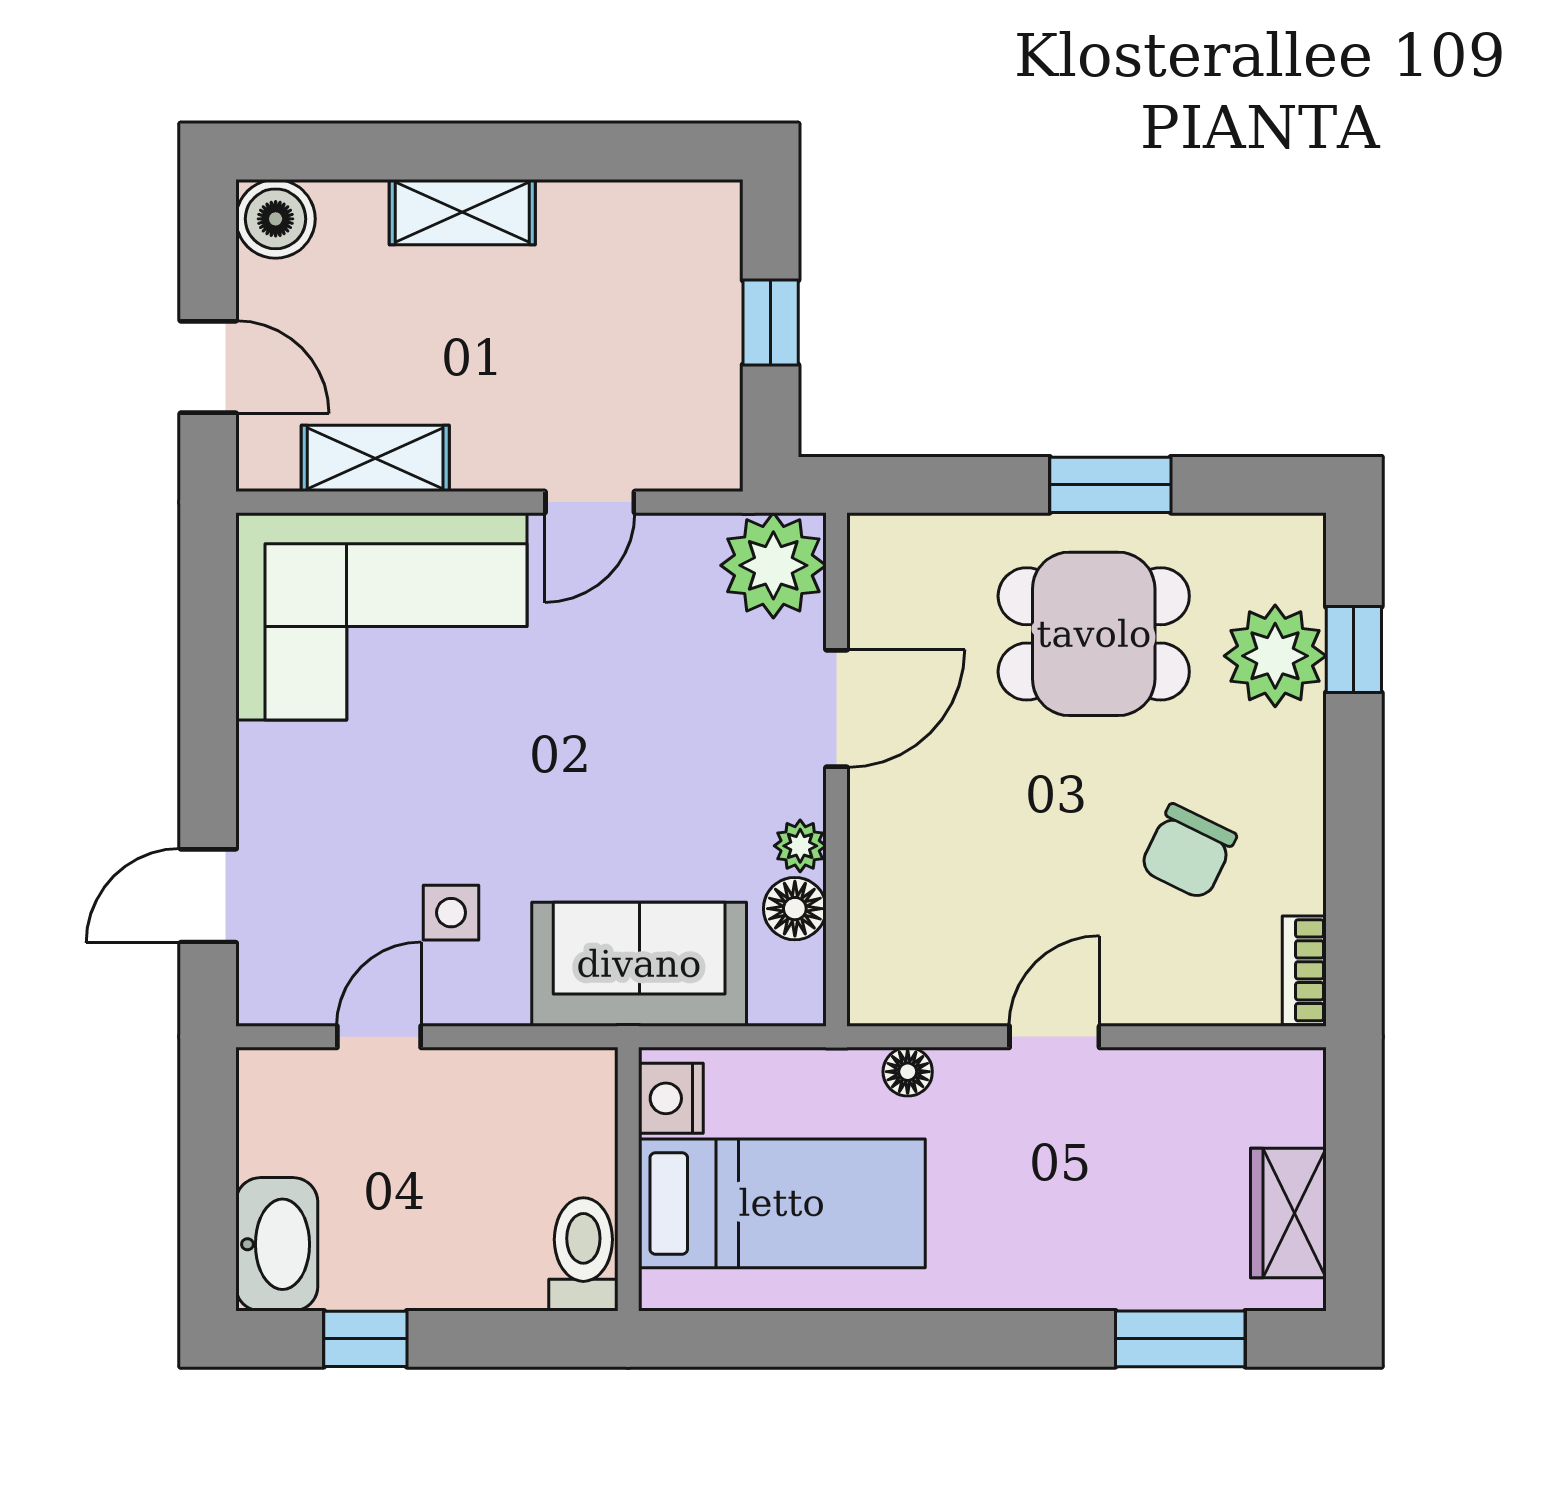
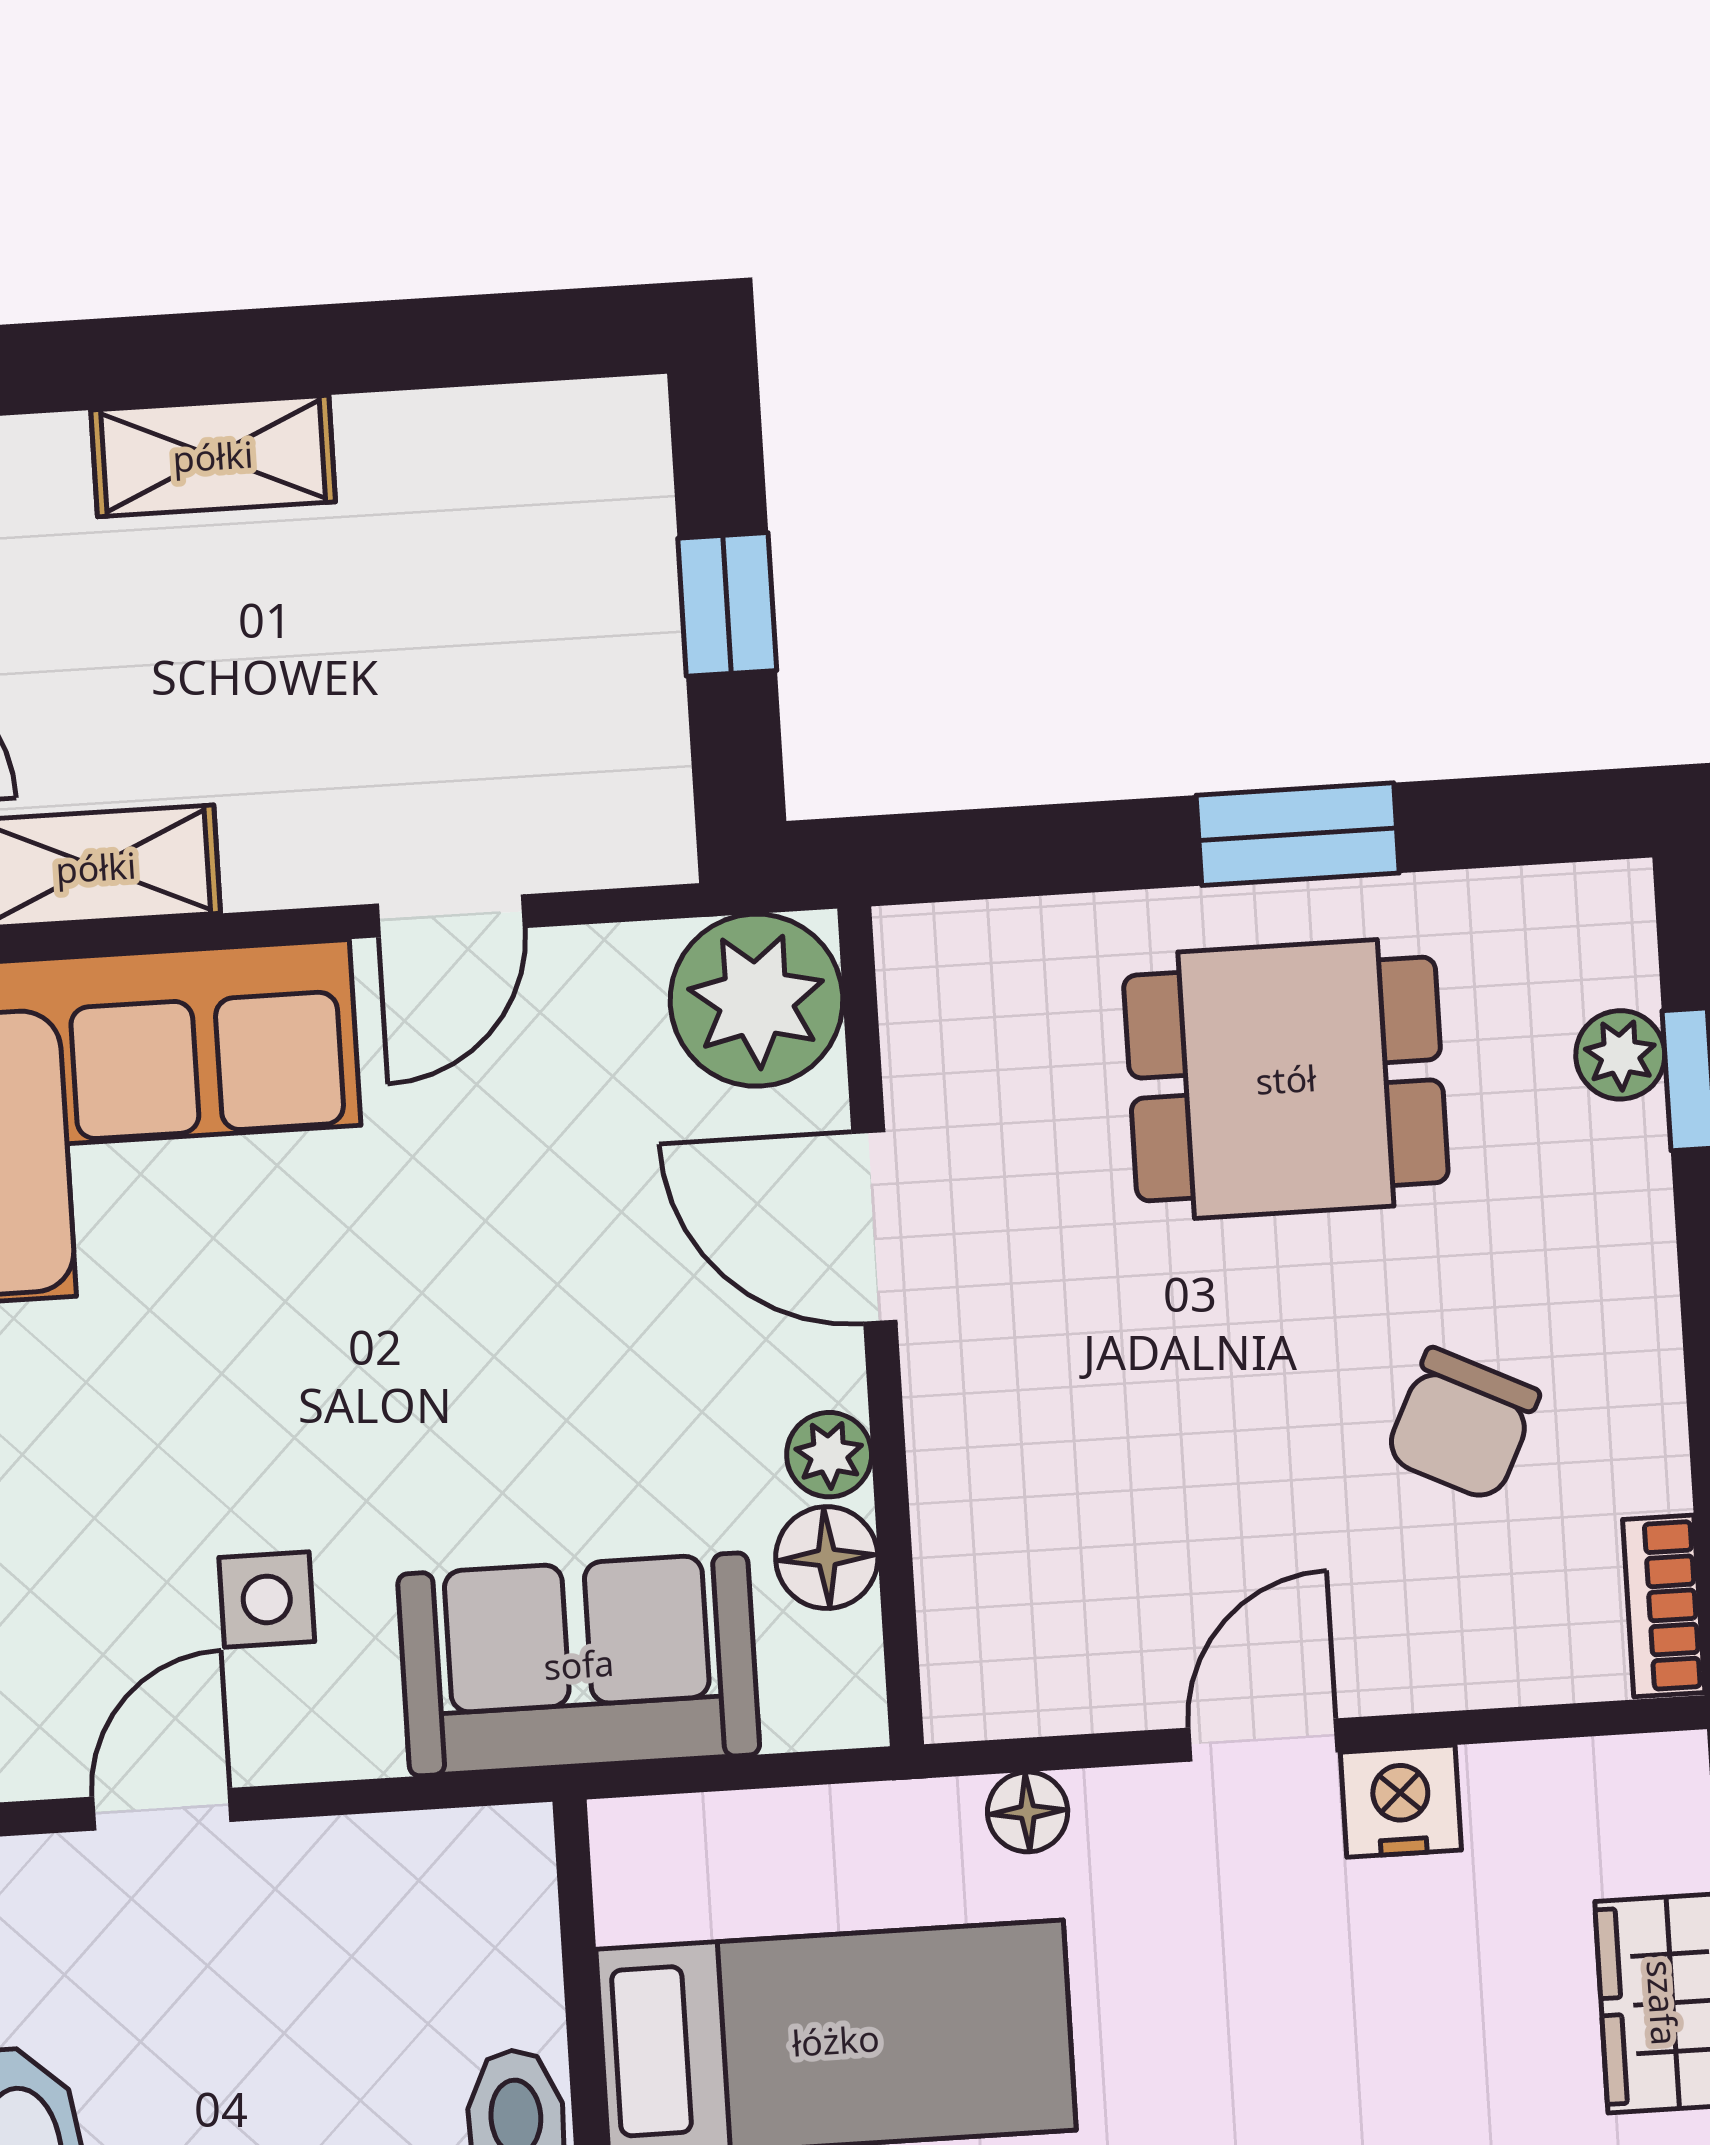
plant: (1275, 656) -> (1620, 1055), width x0.53, depth x0.53
door: (837, 708) -> (874, 1227), swing flipped
nightstand: (671, 1098) -> (1401, 1801), moved, turned 90

